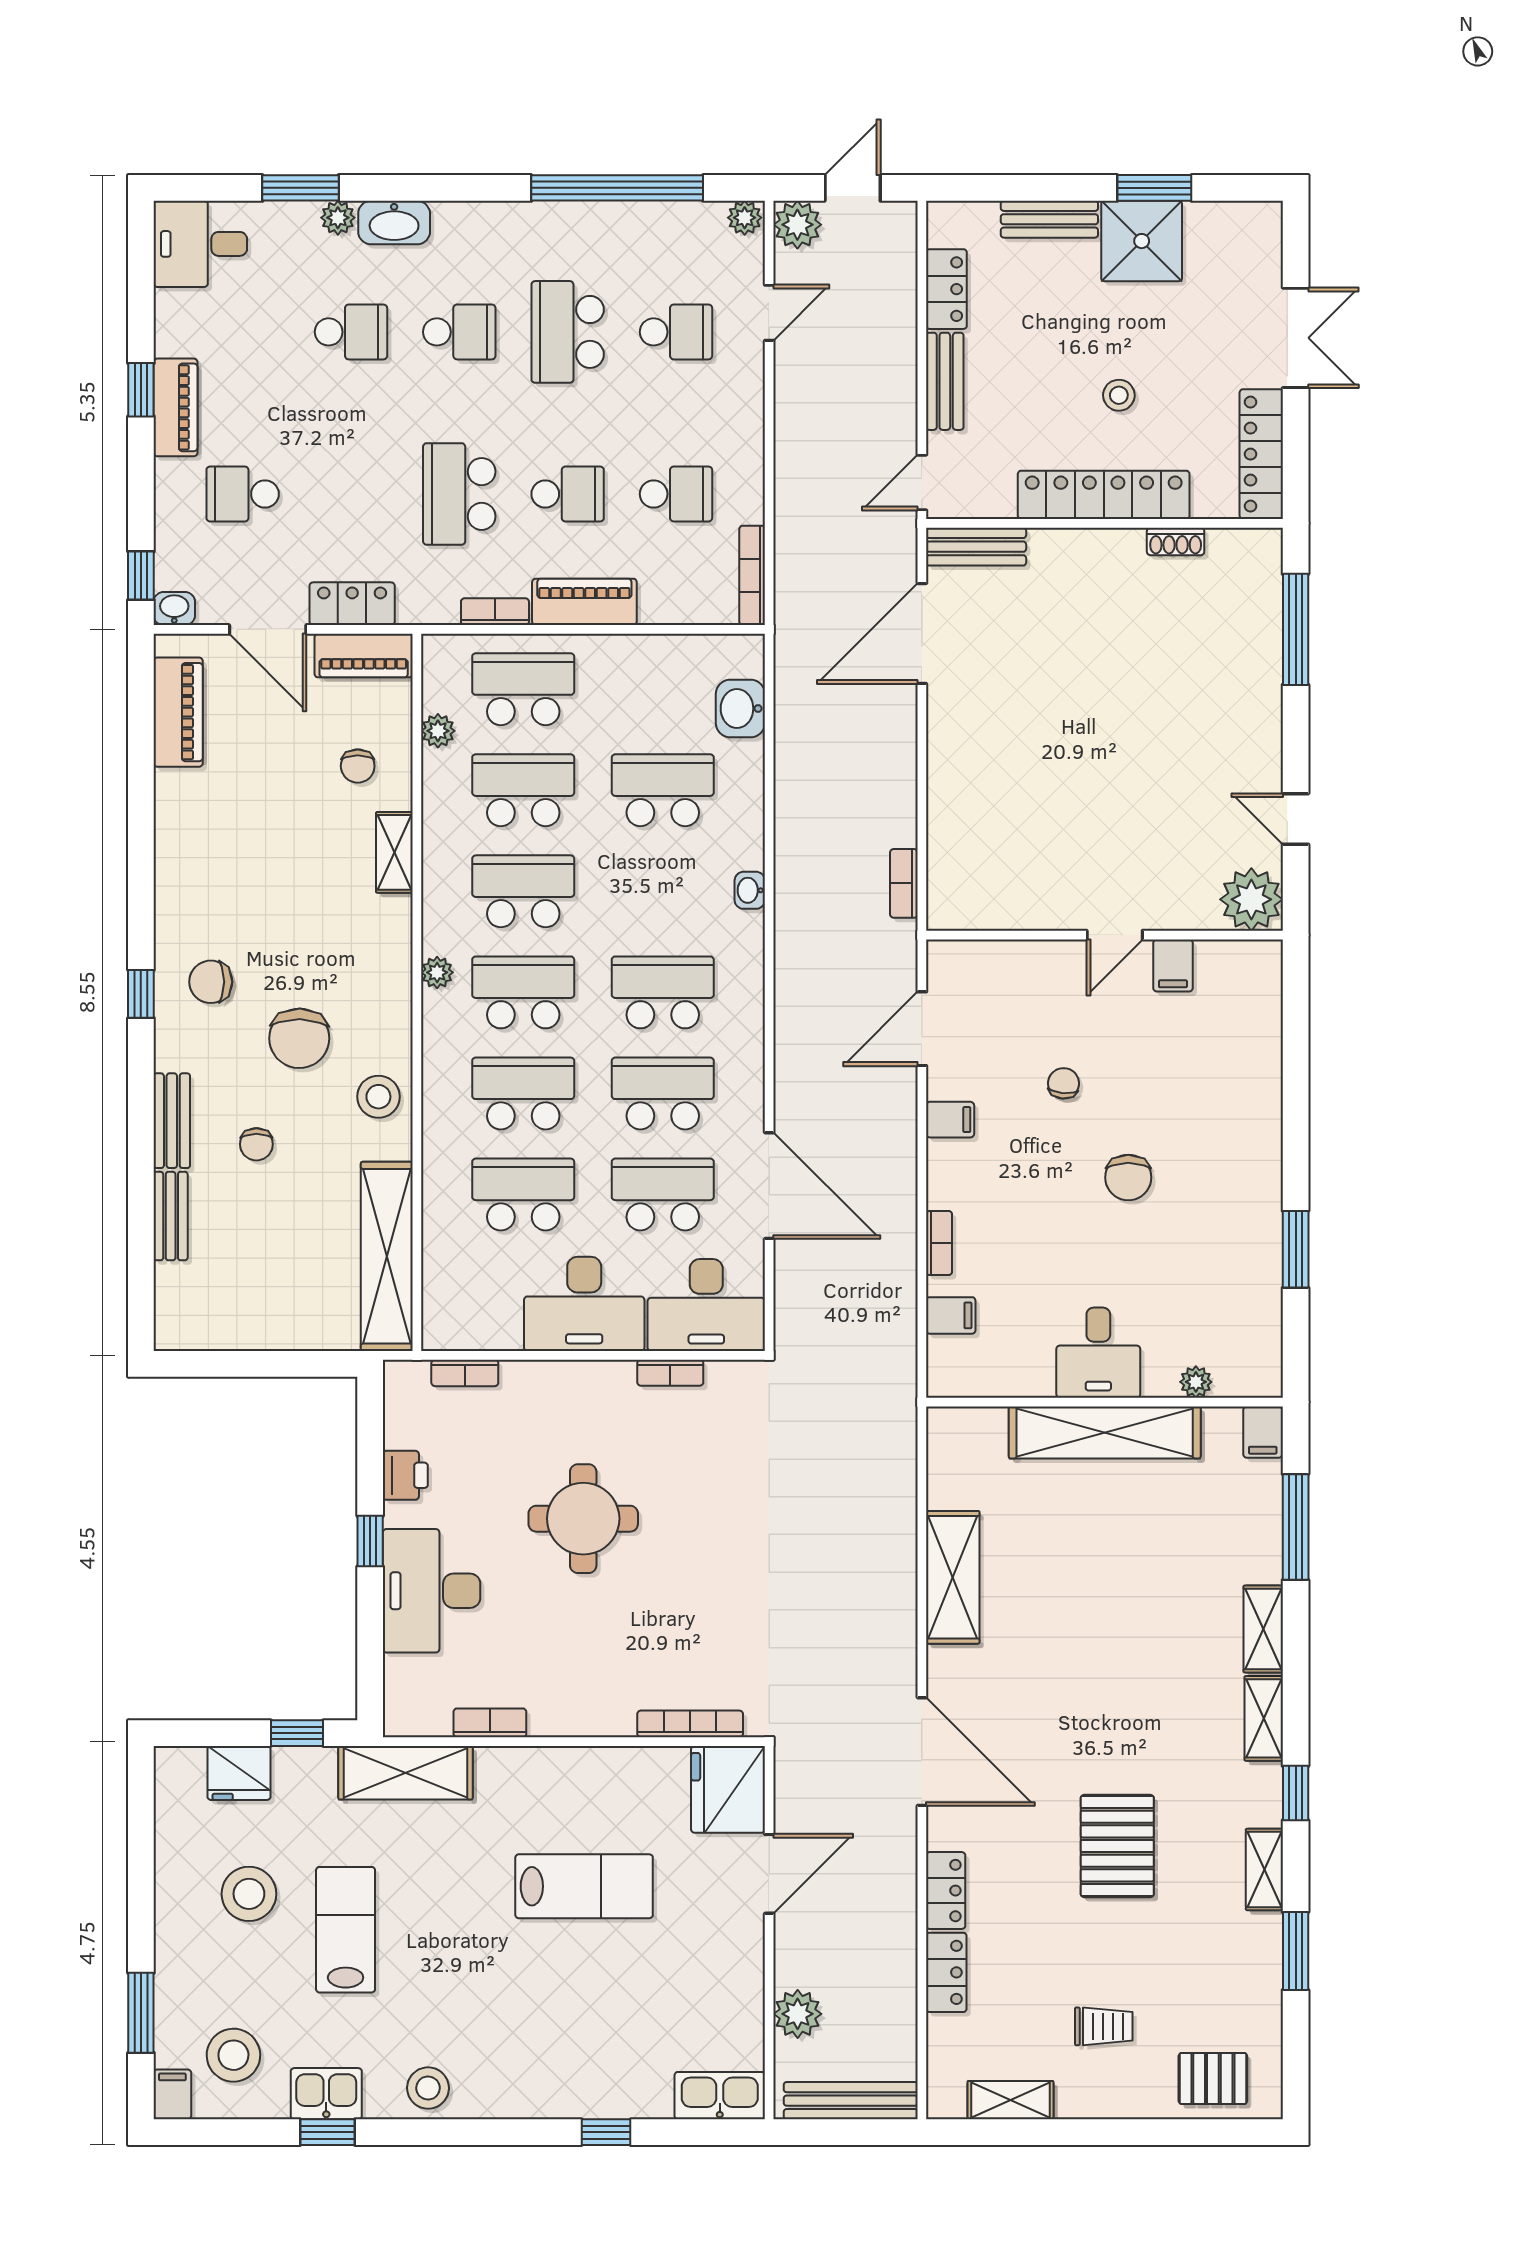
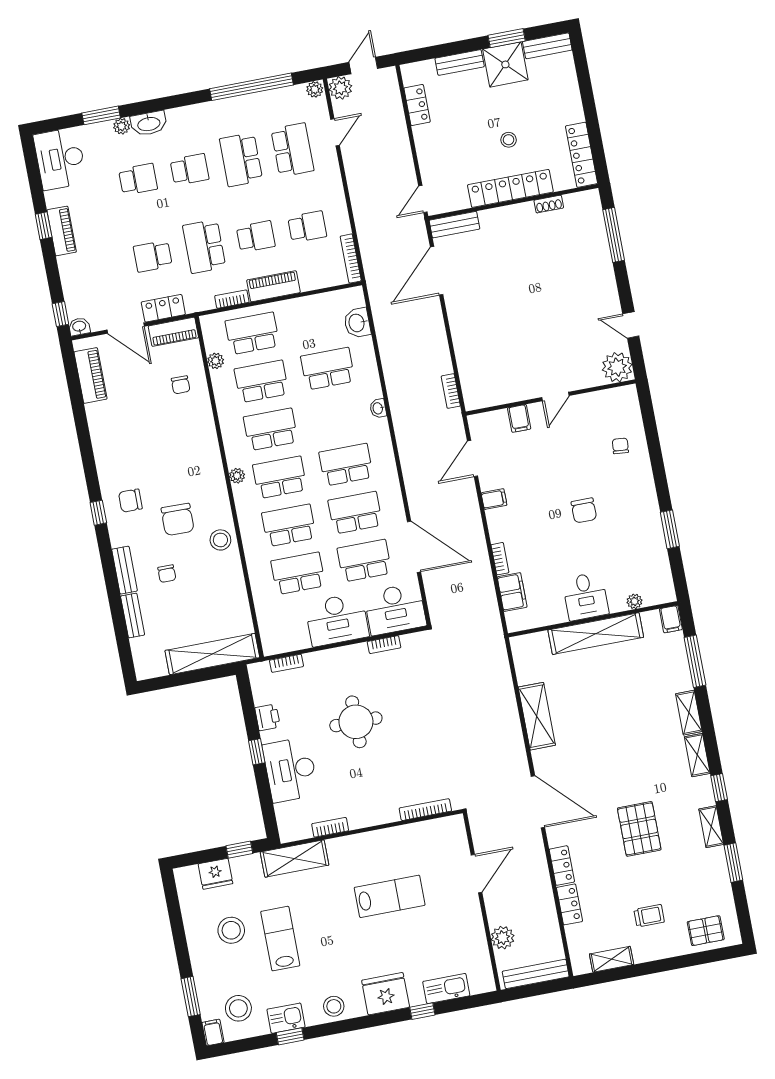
desk: (200, 244) -> (60, 159), width x1.37
school desk: (676, 332) -> (292, 150), width x1.85
double door: (1296, 338) -> (587, 97), removed
bench: (945, 381) -> (547, 46), moved, turned 90
school desk: (243, 494) -> (153, 256), moved
shelving: (394, 852) -> (206, 422), removed
filing cabinet: (1173, 965) -> (519, 418), moved
chair: (1064, 1083) -> (620, 446), moved
shelving: (387, 1256) -> (212, 654), moved, turned 90
filing cabinet: (951, 1315) -> (512, 592), width x2.00
fridge: (728, 1789) -> (386, 994), moved, turned 90
kitchen sink: (720, 2096) -> (446, 989), moved

